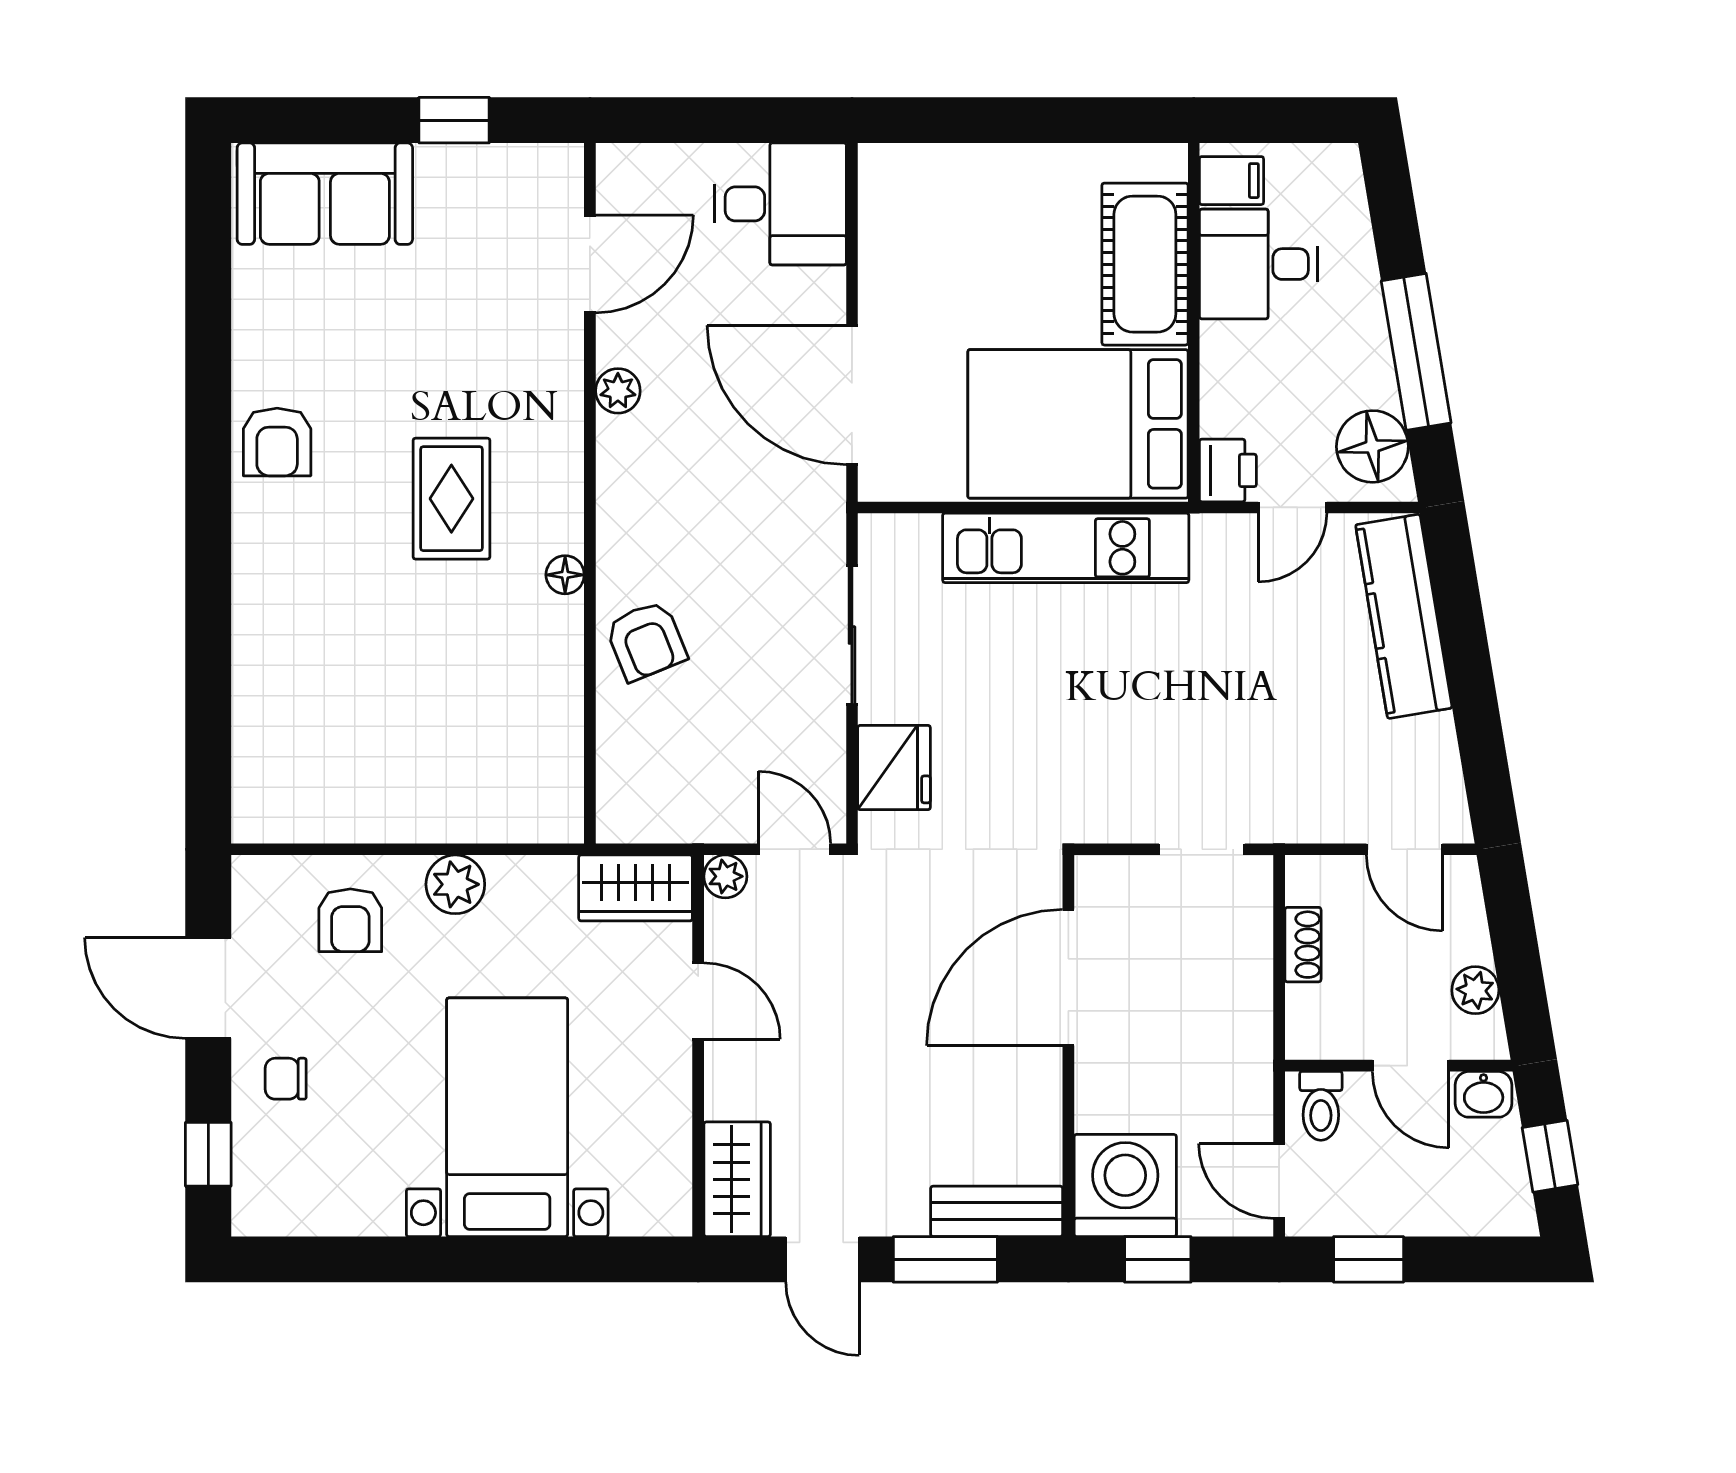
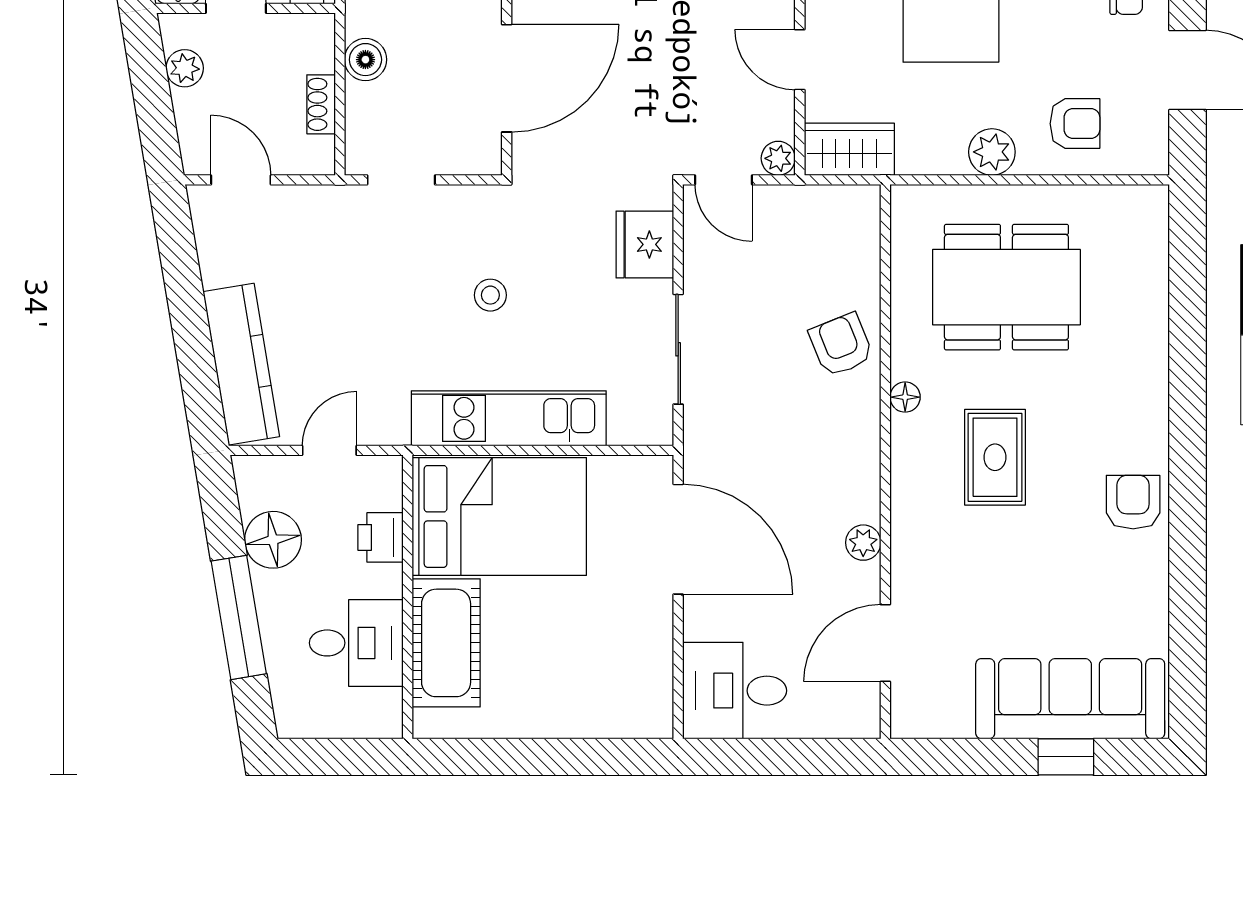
window: (454, 120) -> (1066, 757), moved
filing cabinet: (1231, 181) -> (378, 709), removed
sofa: (325, 194) -> (1070, 699), width x1.36
window: (1416, 352) -> (239, 617), moved
floor lamp: (1372, 446) -> (273, 540), moved
printer: (1228, 470) -> (380, 537), moved
stool: (1089, 704) -> (490, 295), added
dining table: (437, 714) -> (1006, 287), added
armchair: (350, 920) -> (1075, 124), turned 90
boiler: (1247, 1001) -> (365, 60), added

